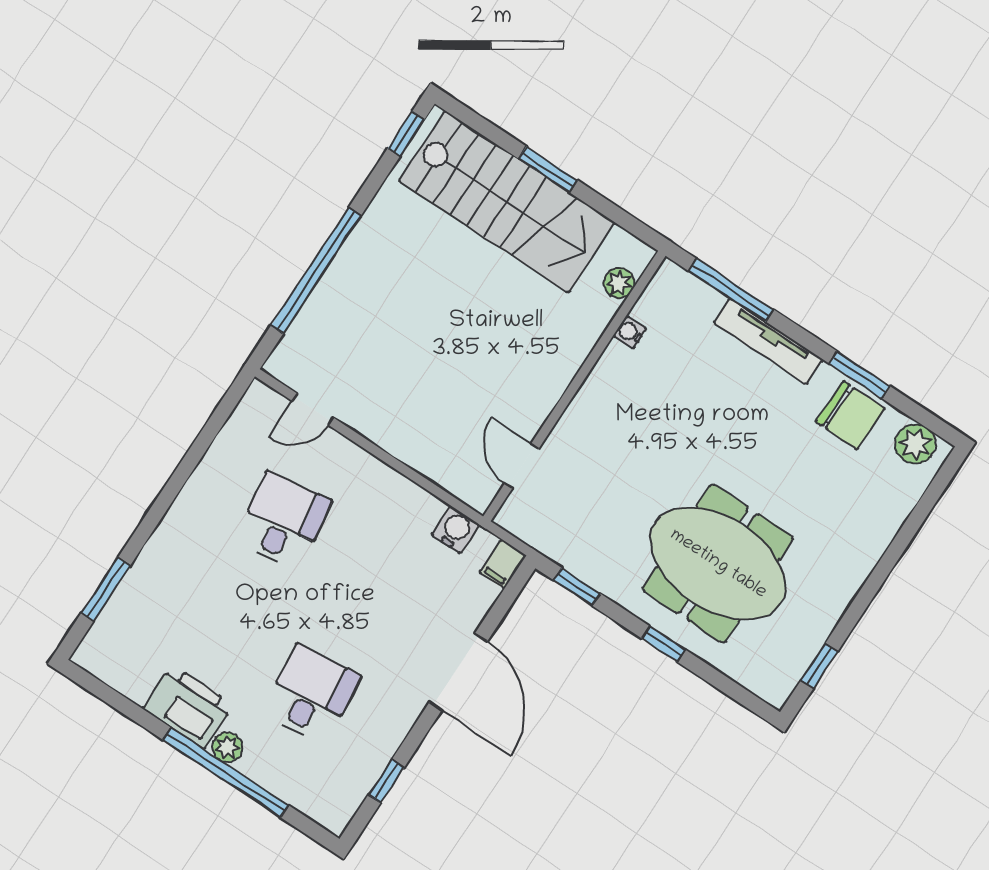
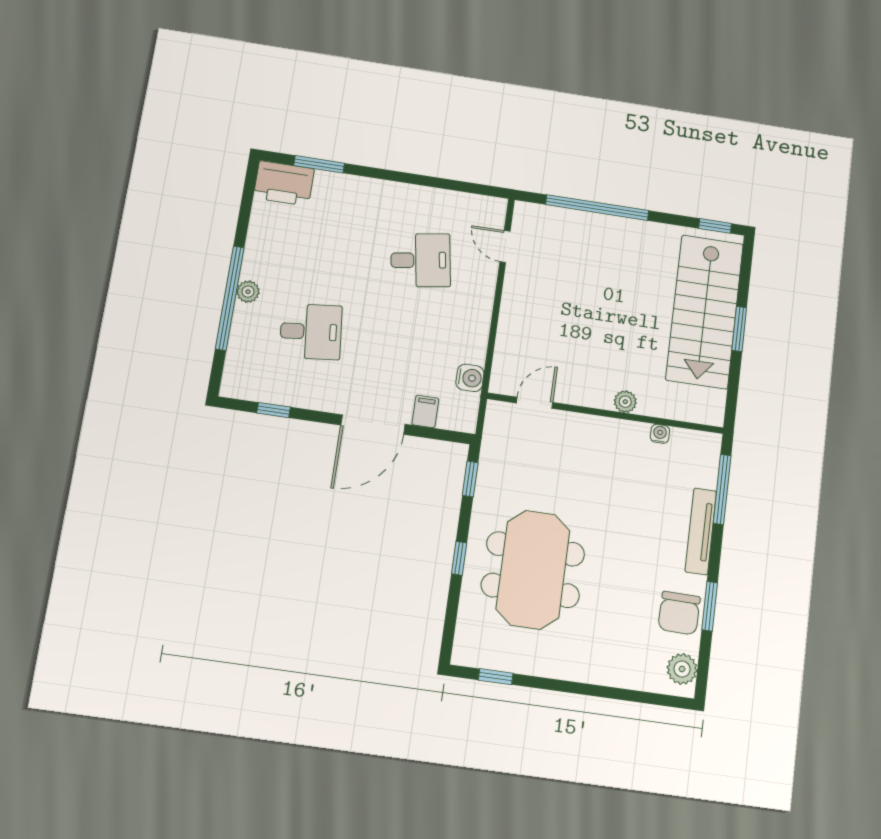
plant: (619, 283) -> (625, 402), moved
filing cabinet: (503, 564) -> (425, 411), moved, turned 90
printer: (188, 707) -> (284, 183), moved, turned 90

